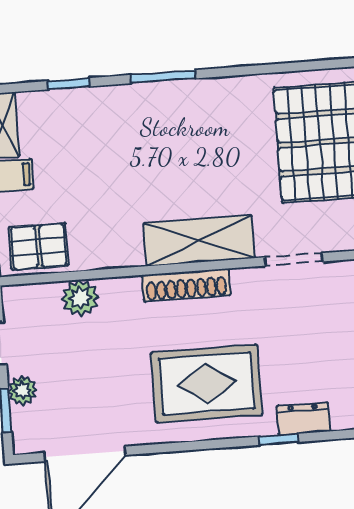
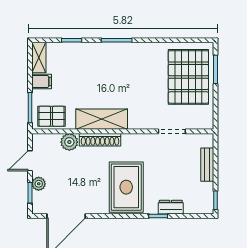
shelving: (199, 241) -> (102, 119), moved
shoe rack: (186, 285) -> (100, 140), moved
rug: (207, 384) -> (126, 187), turned 90

